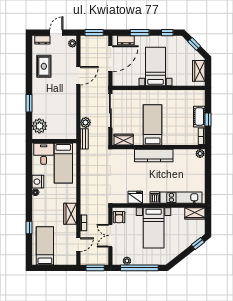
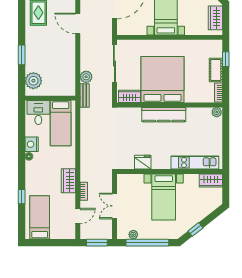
door: (78, 76) -> (78, 23), swing flipped
window: (208, 119) -> (226, 59), moved
bed: (153, 125) -> (163, 79), width x2.04
dishwasher: (155, 198) -> (165, 162), removed
armchair: (119, 217) -> (124, 185), removed
window: (198, 243) -> (196, 229), moved

